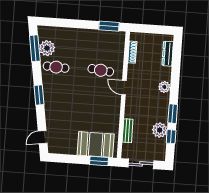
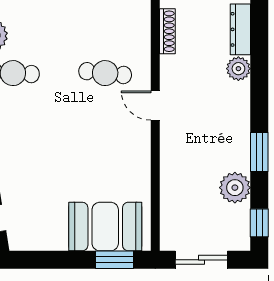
plant: (164, 87) -> (238, 69), moved
bench: (128, 131) -> (169, 193), removed
window: (171, 137) -> (259, 223), moved

